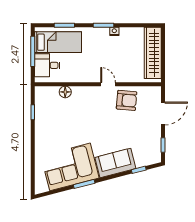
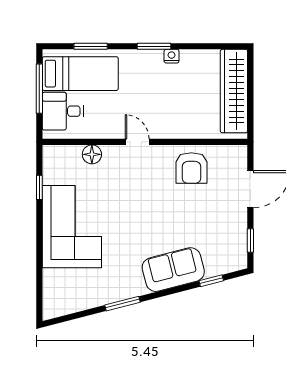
door: (108, 84) -> (137, 142), moved
armchair: (127, 100) -> (191, 168), turned 85
corner sofa: (70, 167) -> (72, 227), moved, turned 104

